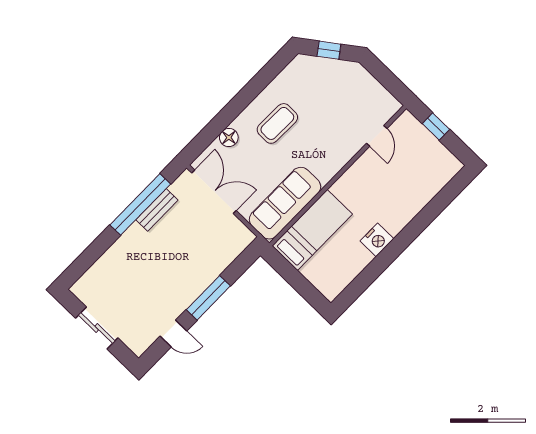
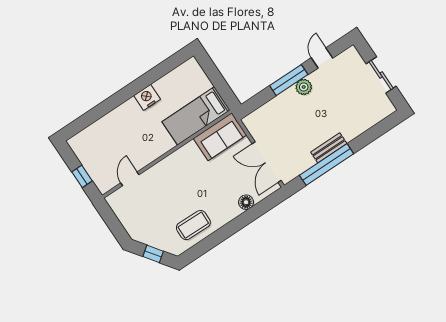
coffee table: (277, 123) -> (193, 225), moved
sofa: (285, 203) -> (220, 137), width x0.73
bench: (157, 210) -> (329, 148), moved
plant: (188, 293) -> (304, 87), added
door: (173, 334) -> (322, 58), hinge flipped

